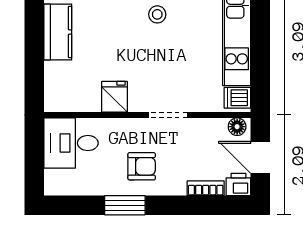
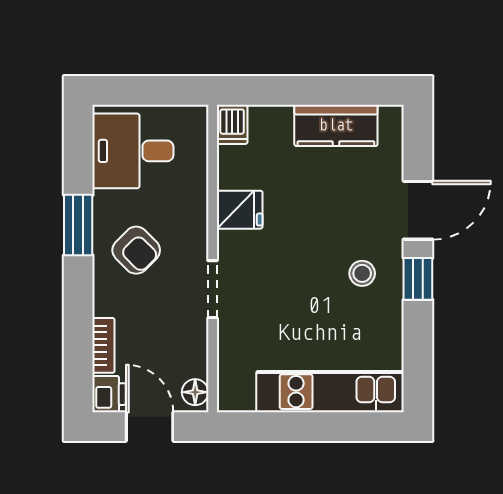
dishwasher: (237, 98) -> (232, 124), moved, turned 180
desk: (71, 143) -> (133, 151), moved, turned -90
door: (260, 157) -> (150, 427), hinge flipped
armchair: (142, 166) -> (136, 250), turned -45

